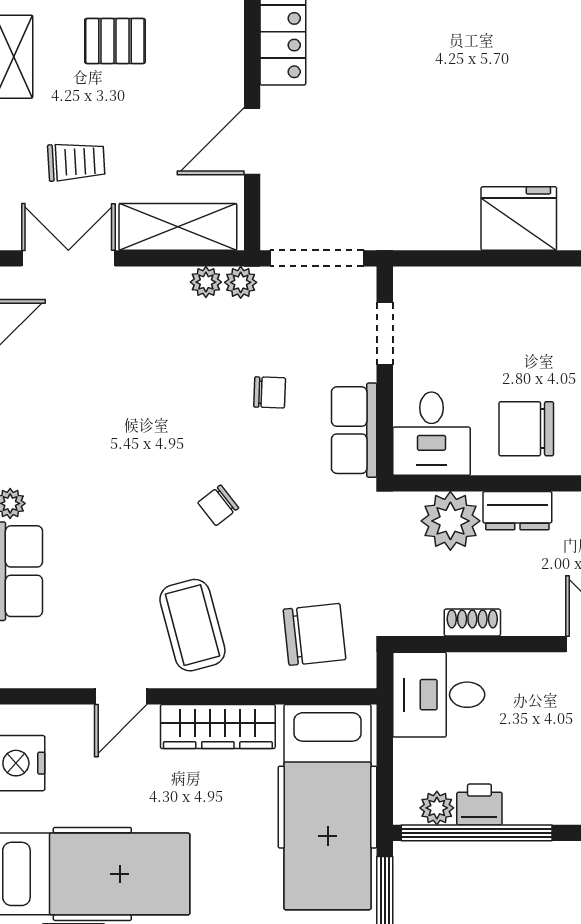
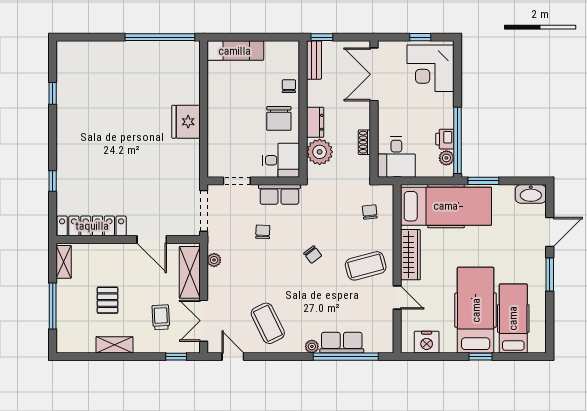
plant: (241, 282) -> (214, 245), removed
coffee table: (63, 404) -> (268, 323), added
chair: (314, 634) -> (370, 212), width x0.54, depth x0.54

